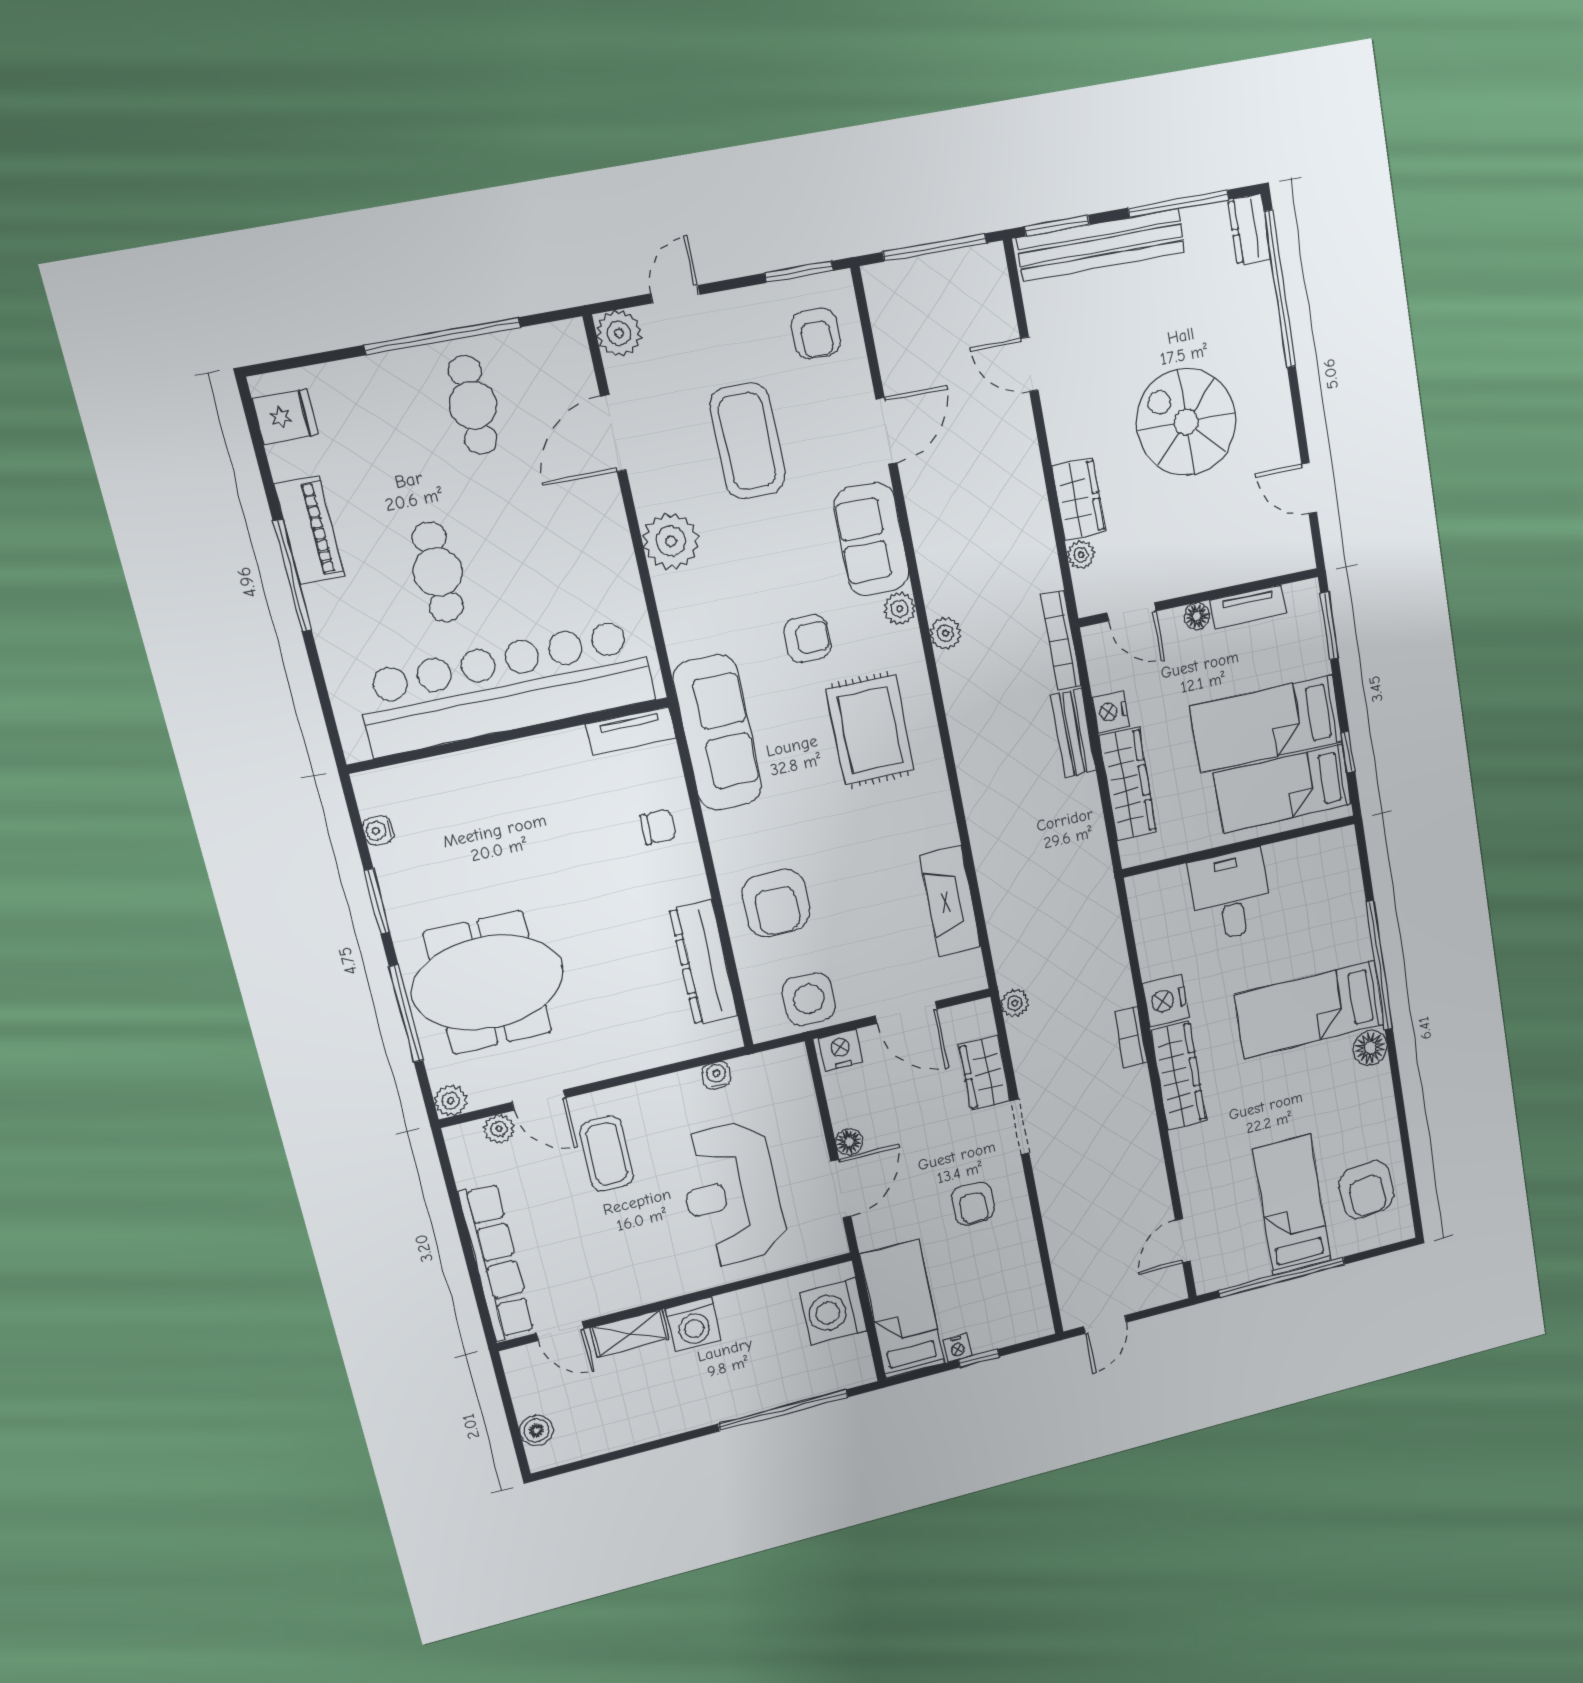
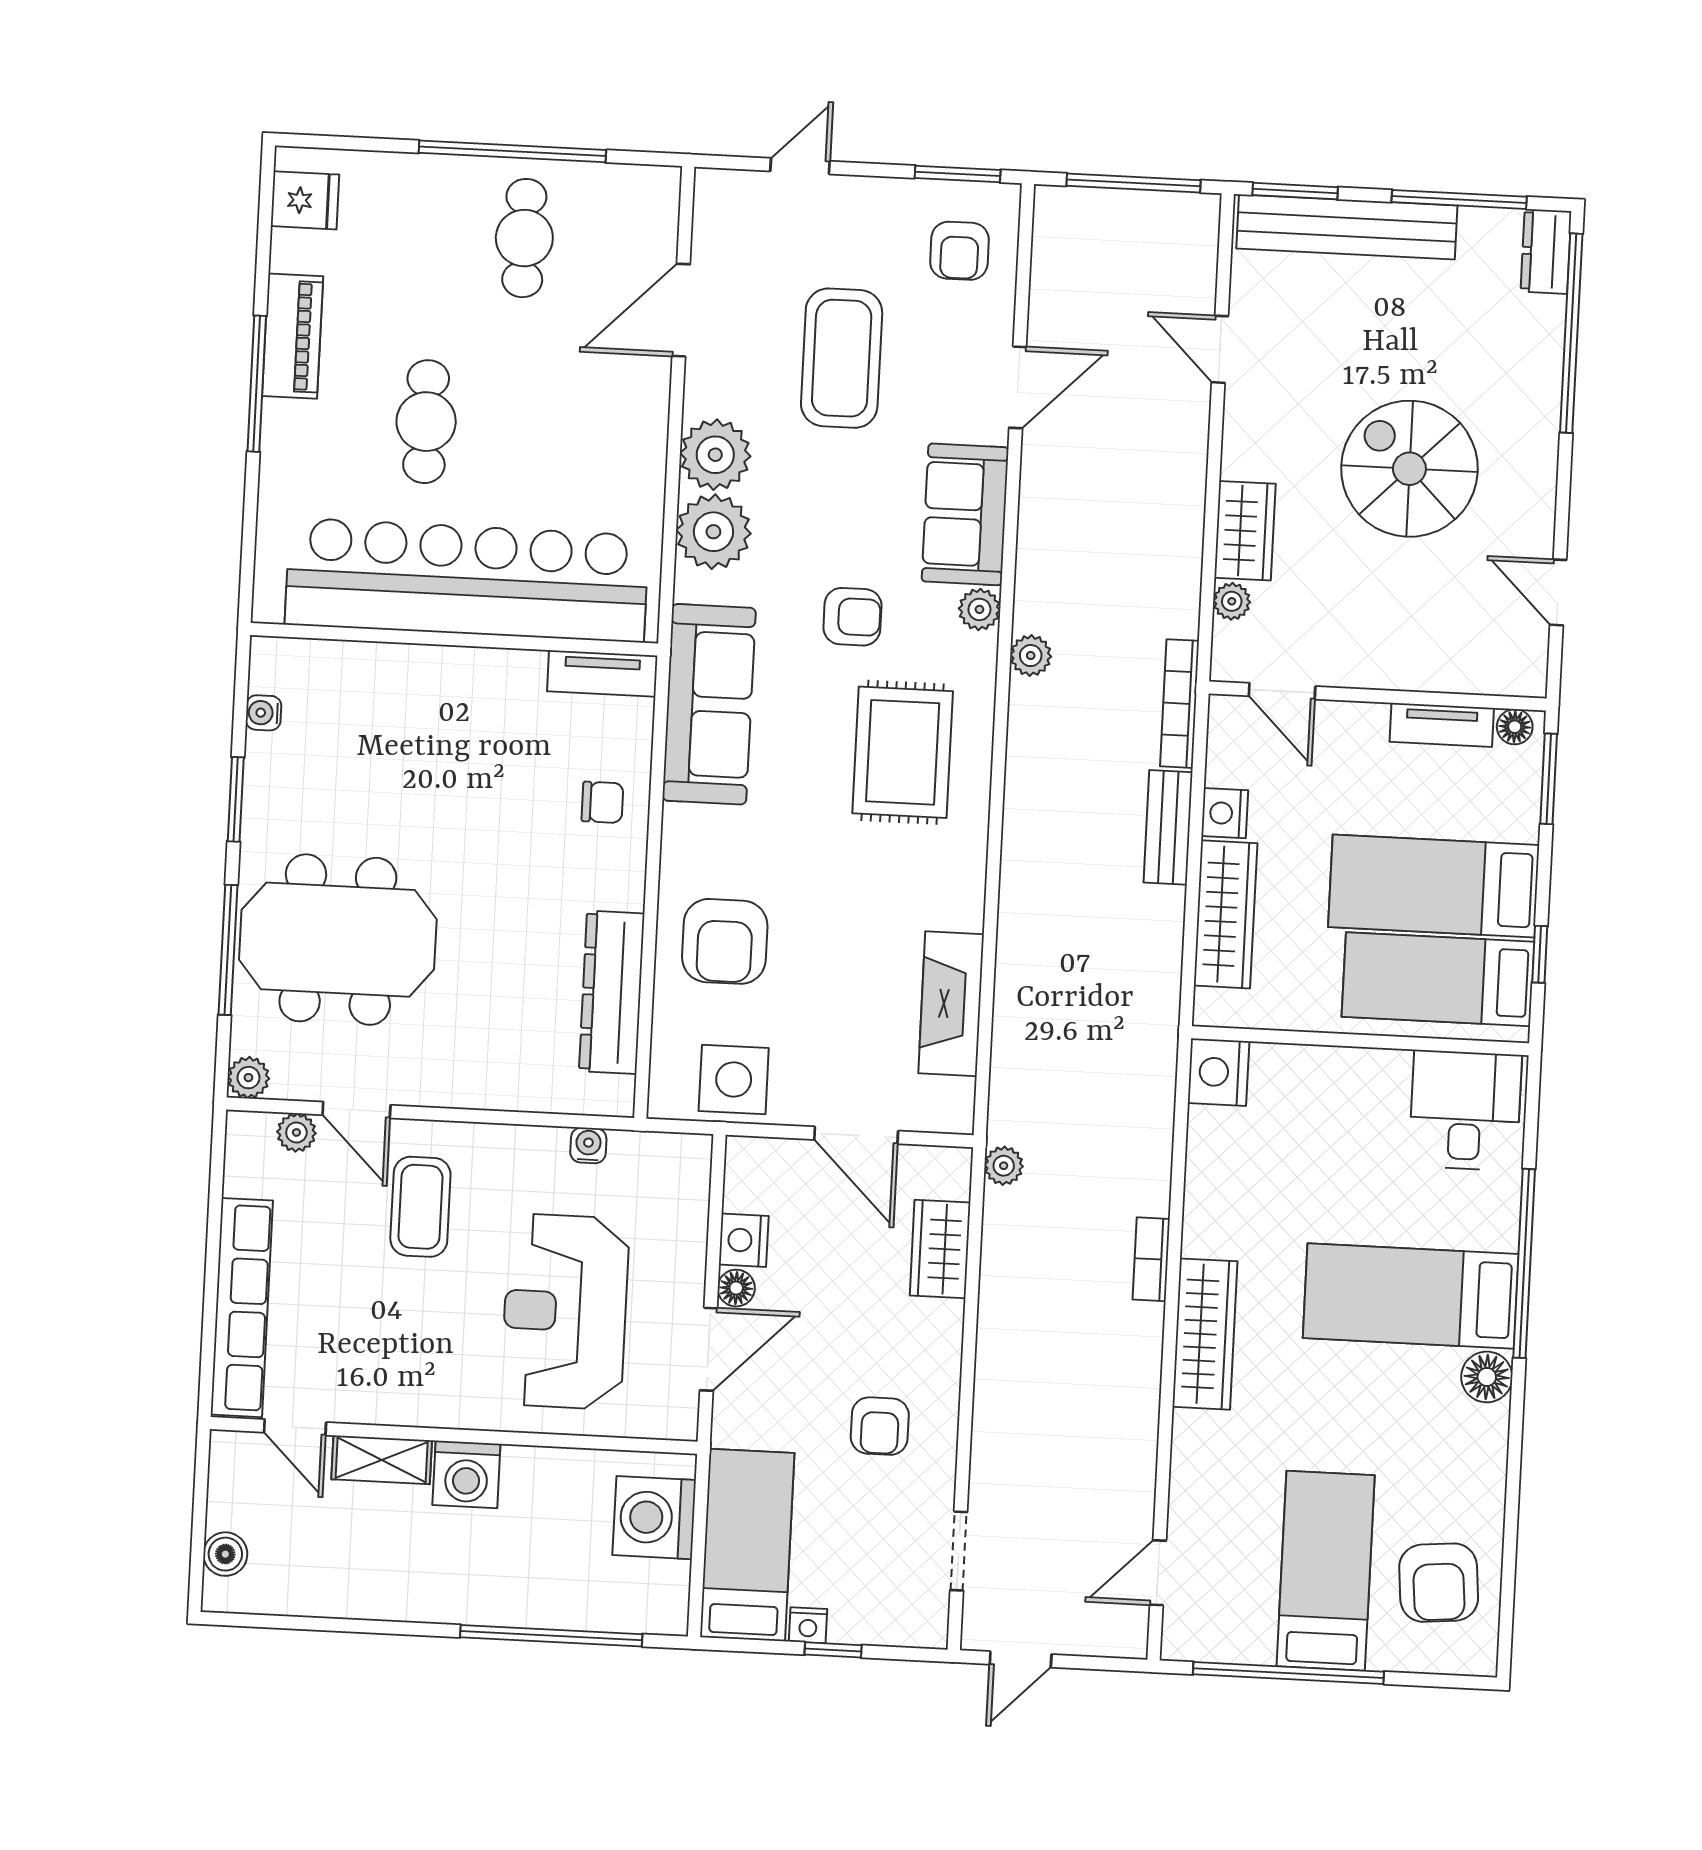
plant: (619, 333) -> (713, 532), moved, width x1.36, depth x1.36
floor lamp: (1197, 616) -> (1515, 727), moved
desk: (1230, 895) -> (1465, 1110), moved
nightstand: (1166, 1001) -> (1218, 1072), moved
nightstand: (841, 1050) -> (744, 1240), moved, turned -90
doorway: (1020, 1127) -> (959, 1551), moved

